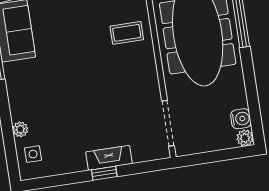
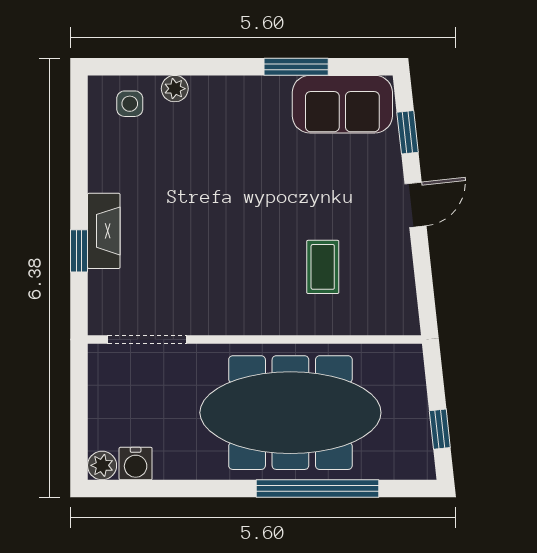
coffee table: (127, 33) -> (323, 267), moved
window: (104, 173) -> (79, 251), moved

